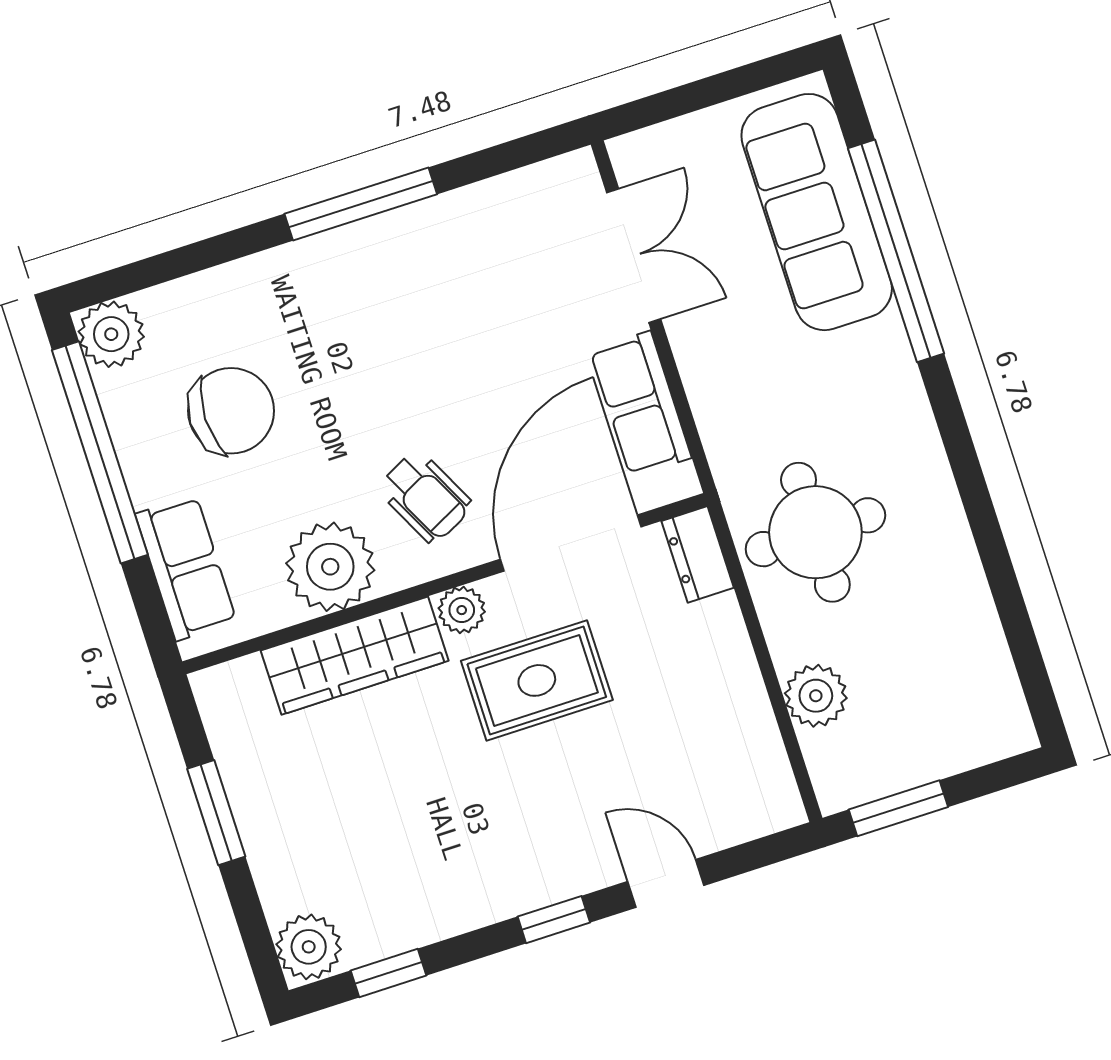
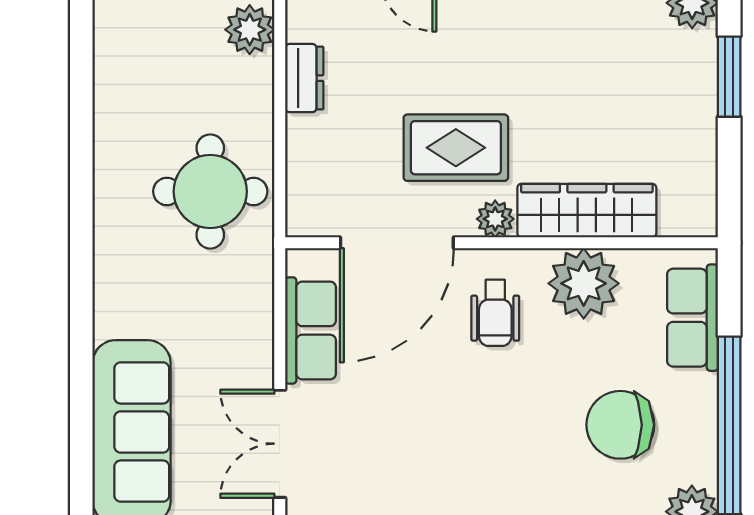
window: (896, 251) -> (81, 384), removed
wheelchair: (425, 497) -> (495, 313), turned -153
dresser: (698, 554) -> (304, 78), moved
plant: (816, 696) -> (250, 30), moved
window: (216, 813) -> (729, 77), moved

